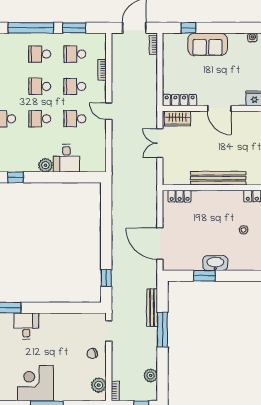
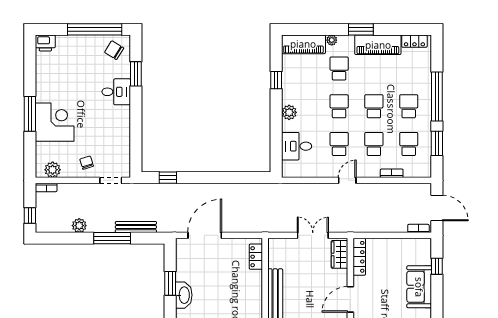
desk: (66, 158) -> (297, 146), moved
plant: (151, 375) -> (79, 226), moved
corner desk: (36, 383) -> (55, 122), moved

